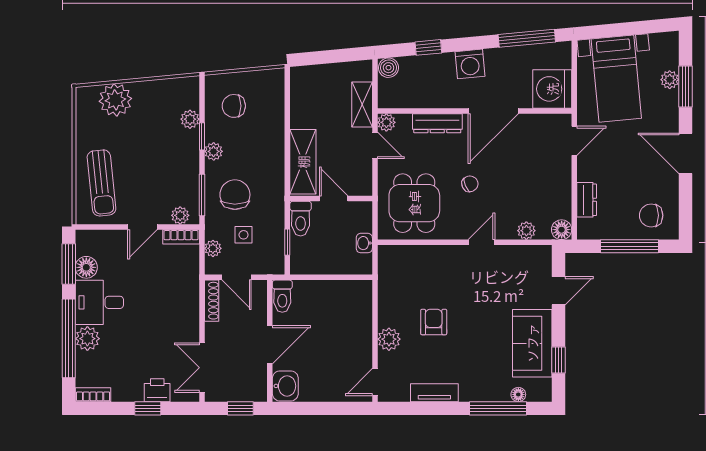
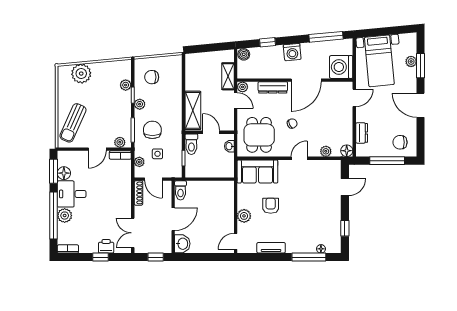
sun lounger: (101, 183) -> (73, 123), turned 30
washbasin: (364, 243) -> (229, 146), moved
sofa: (532, 343) -> (257, 172), moved, turned -90

